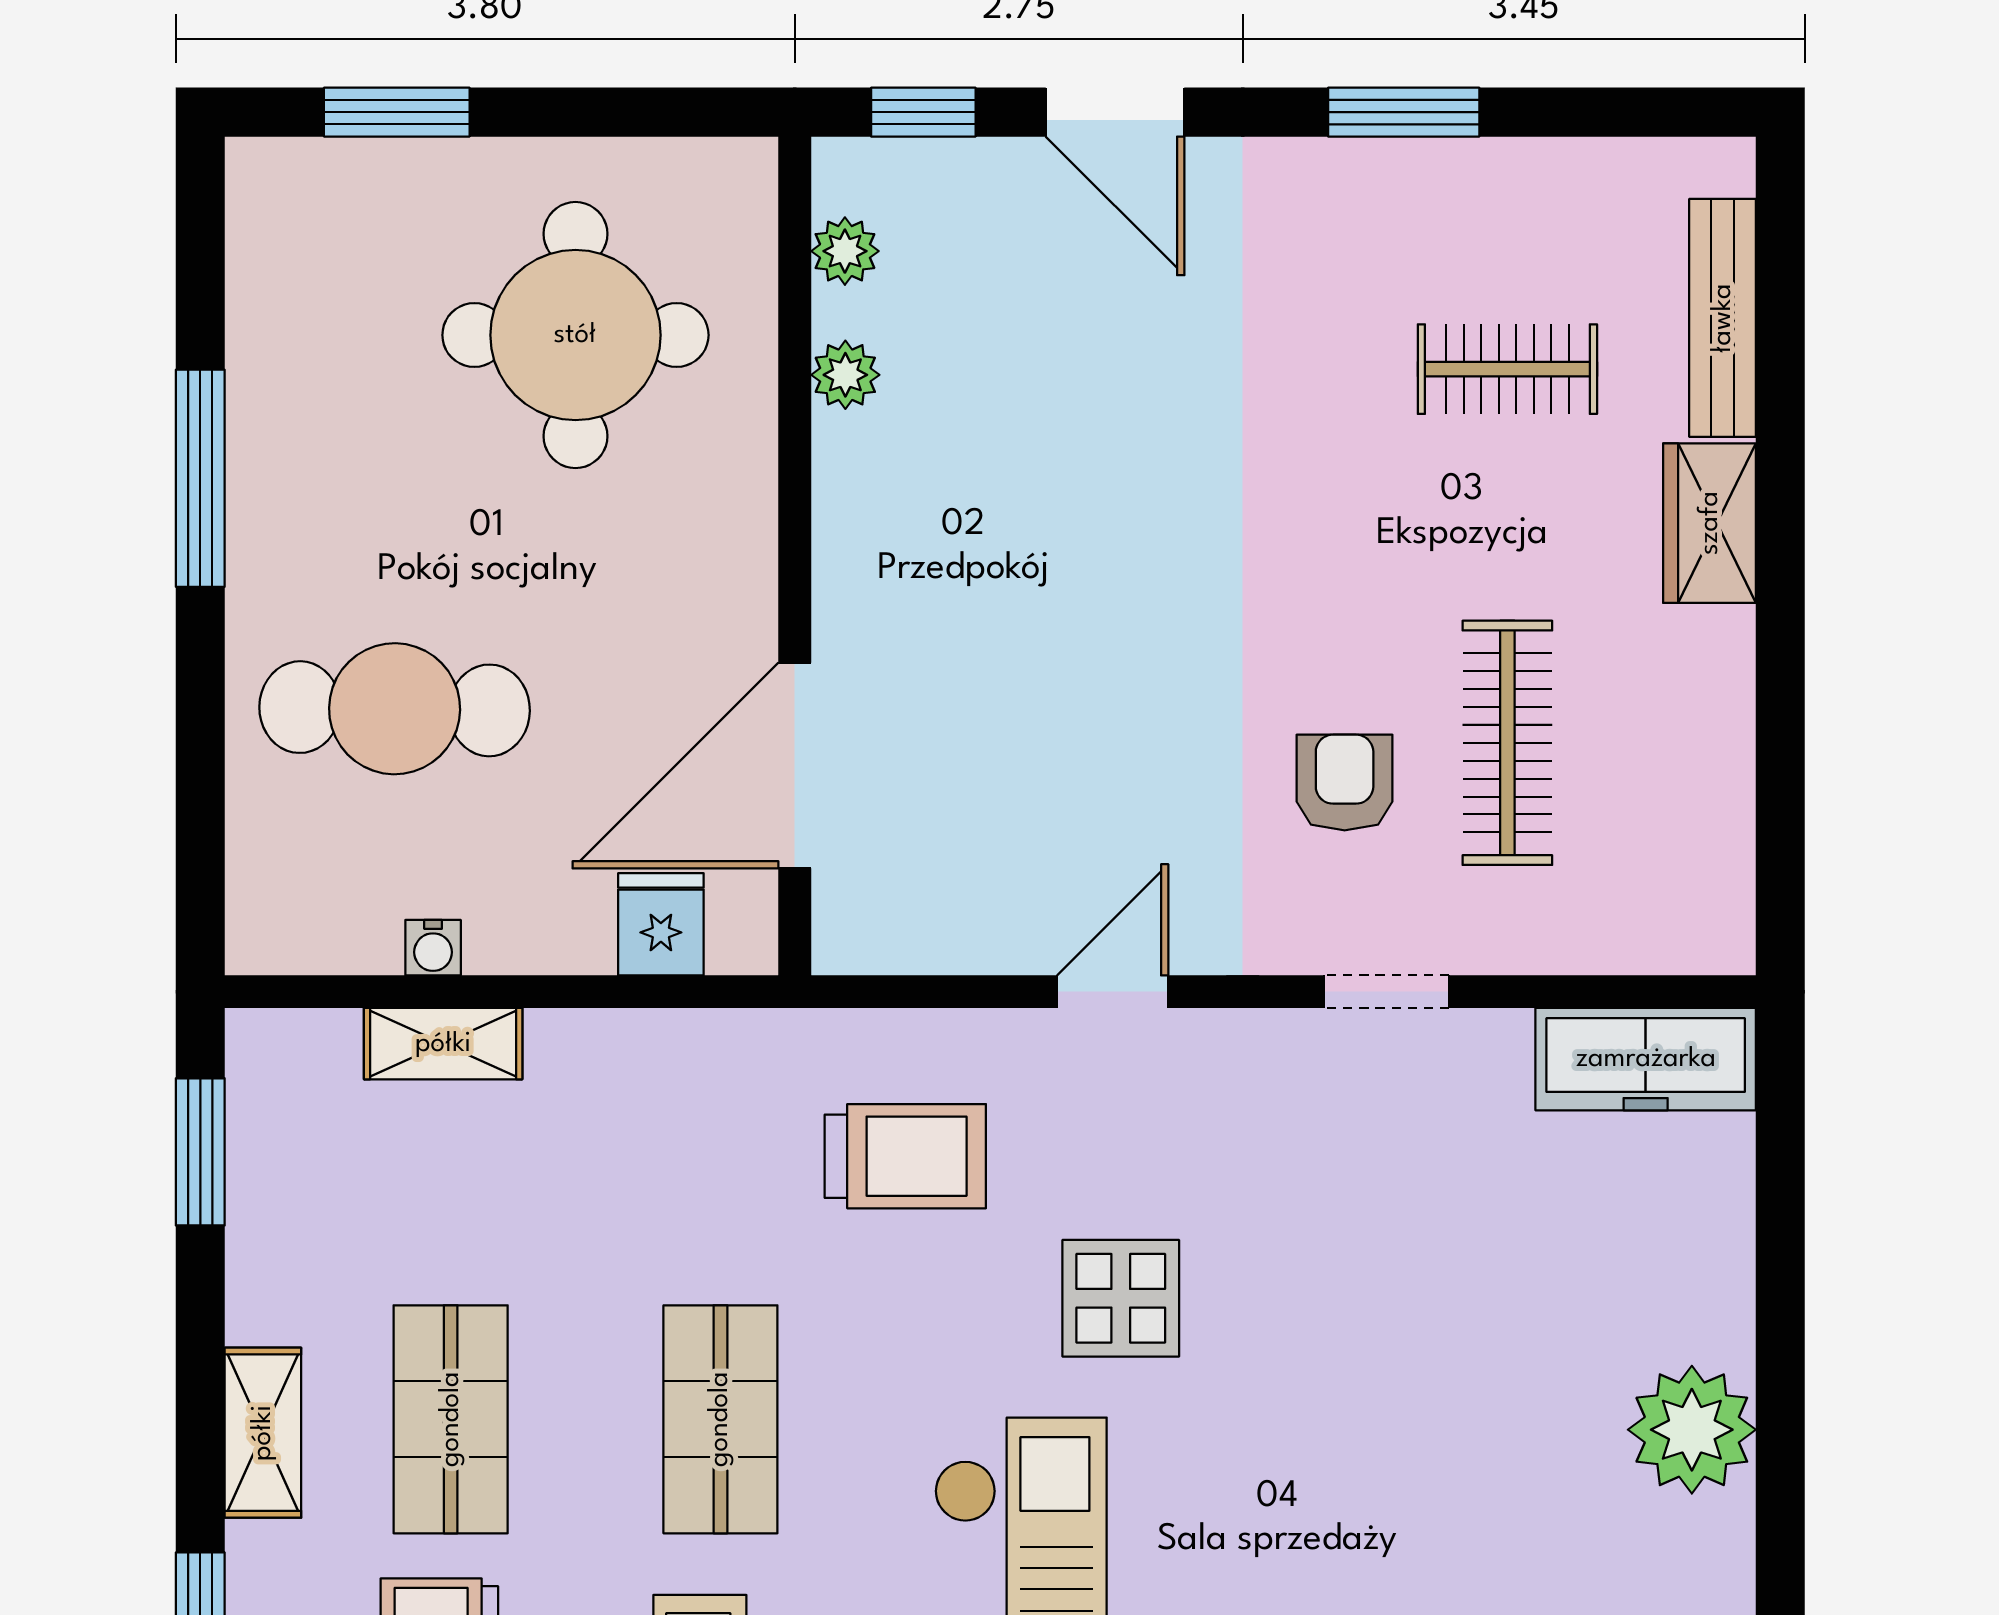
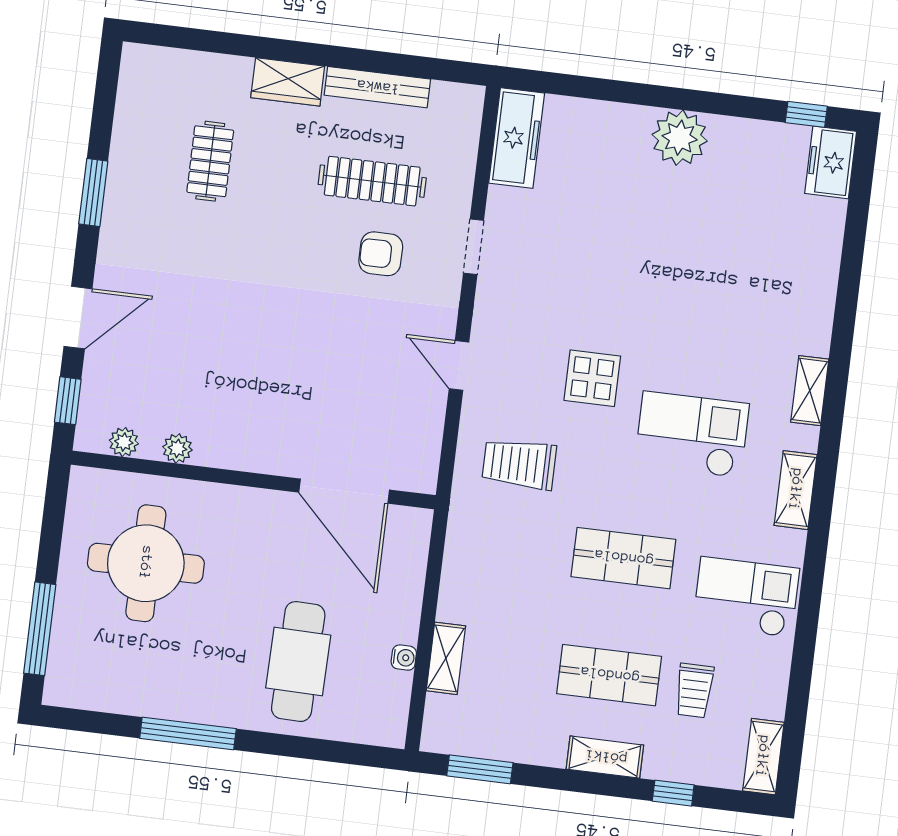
window: (397, 112) -> (40, 629), width x1.44
bench: (1723, 318) -> (377, 87), moved
fridge: (661, 924) -> (406, 558), removed
trolley: (905, 1156) -> (519, 464), turned -90

